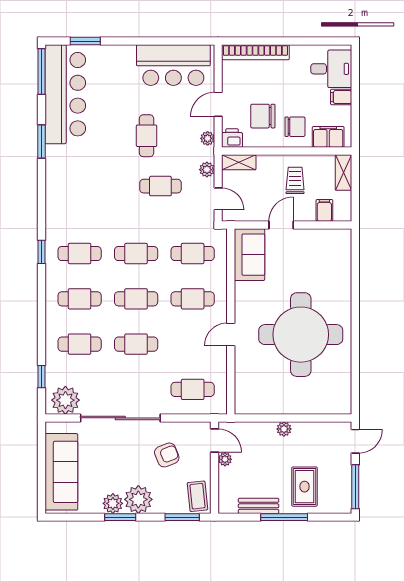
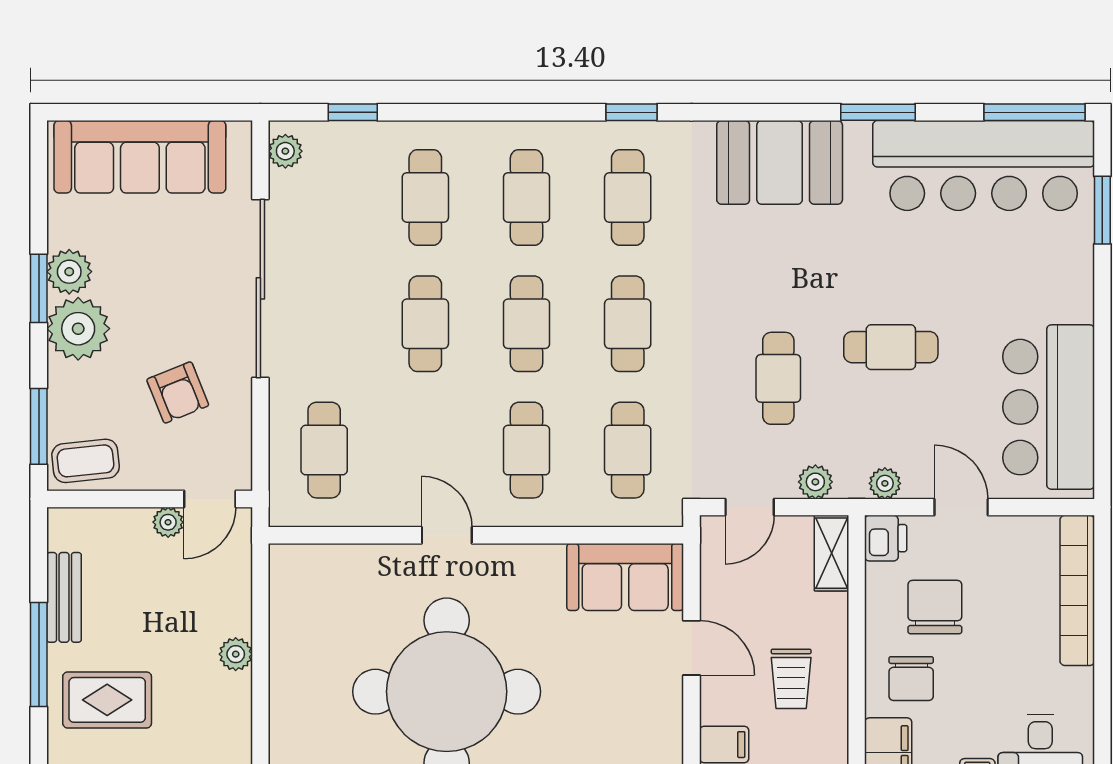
trolley: (295, 180) -> (791, 679), turned 90
booth: (64, 186) -> (780, 162), added
plant: (65, 400) -> (285, 151), width x0.53, depth x0.53

